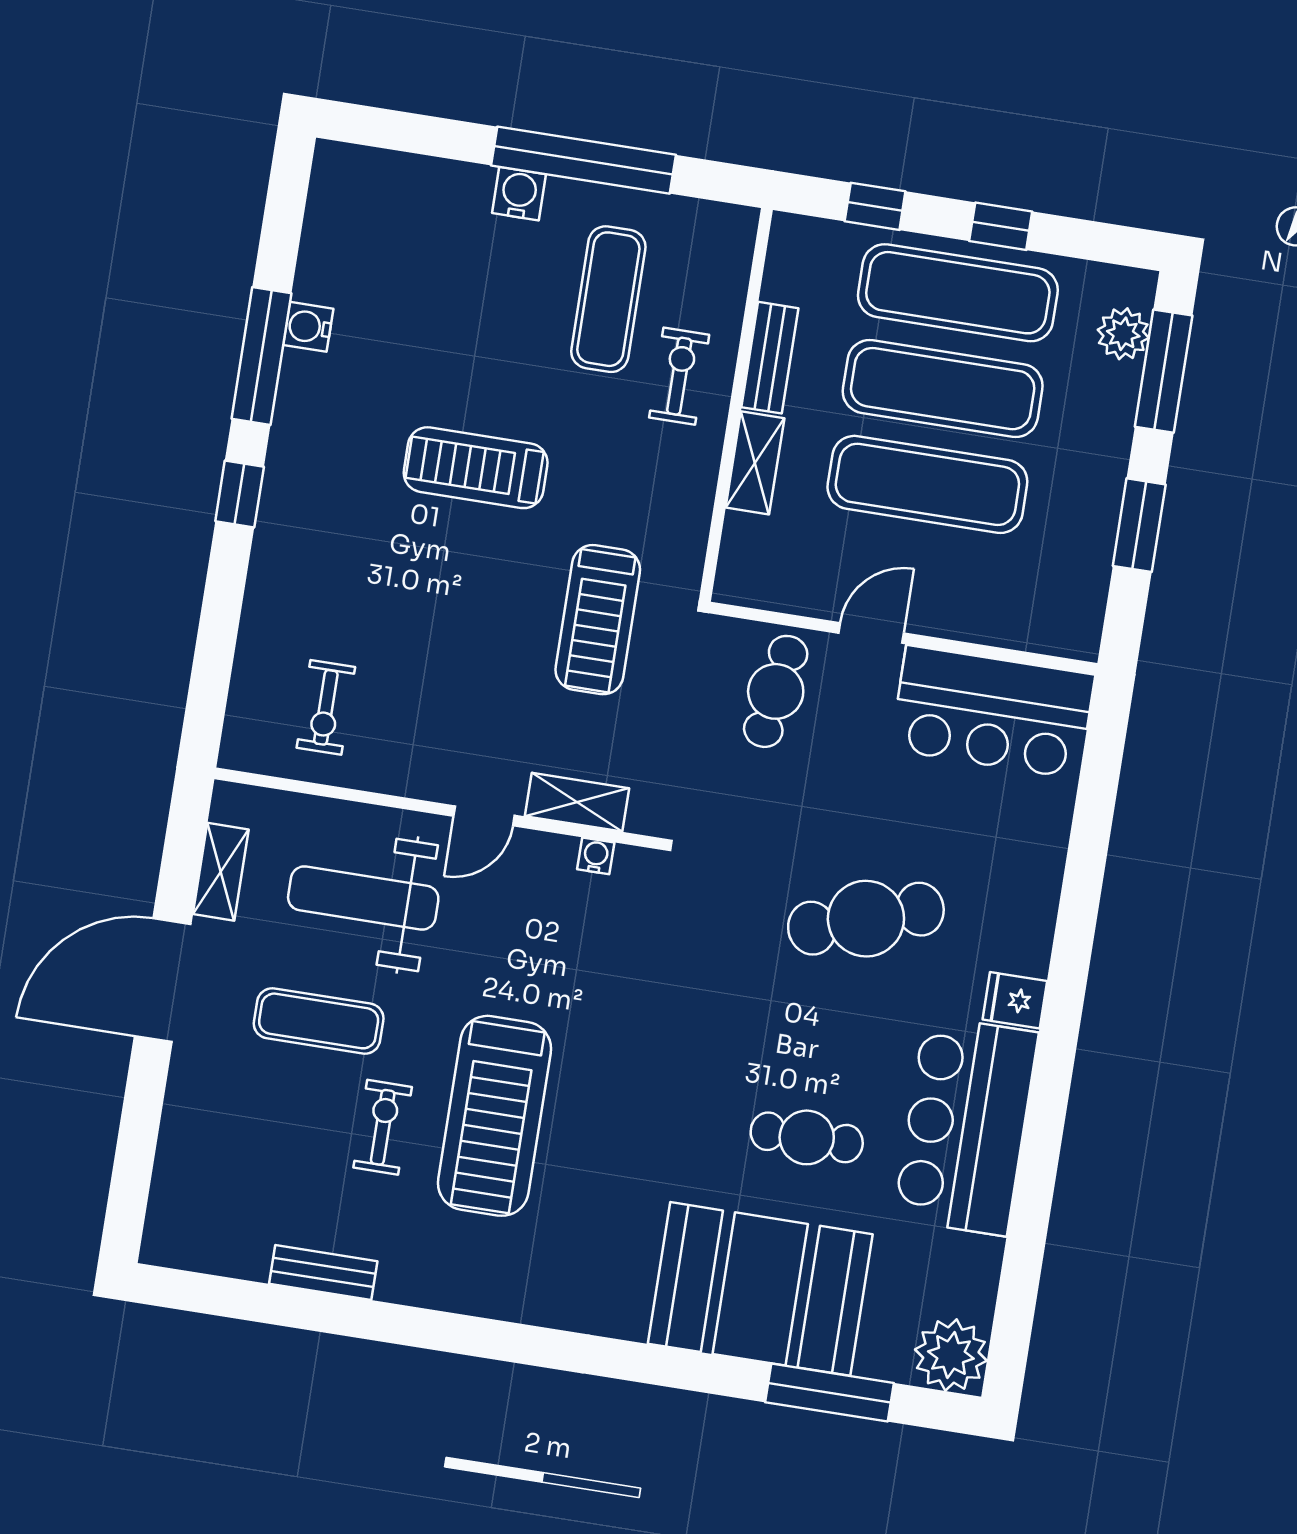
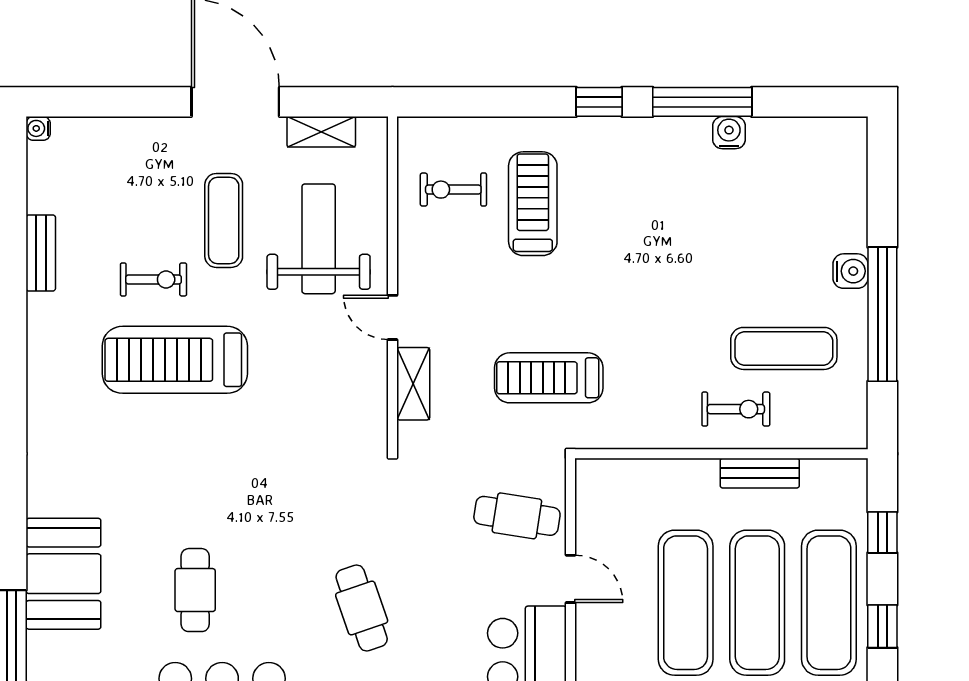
shelving: (755, 463) -> (681, 474), removed
treadmill: (476, 468) -> (533, 204), moved
water cooler: (596, 856) -> (38, 128), moved, turned 180
cafe table: (866, 919) -> (362, 608), width x0.73, depth x0.74
booth: (760, 1289) -> (63, 574), width x0.73, depth x0.70

